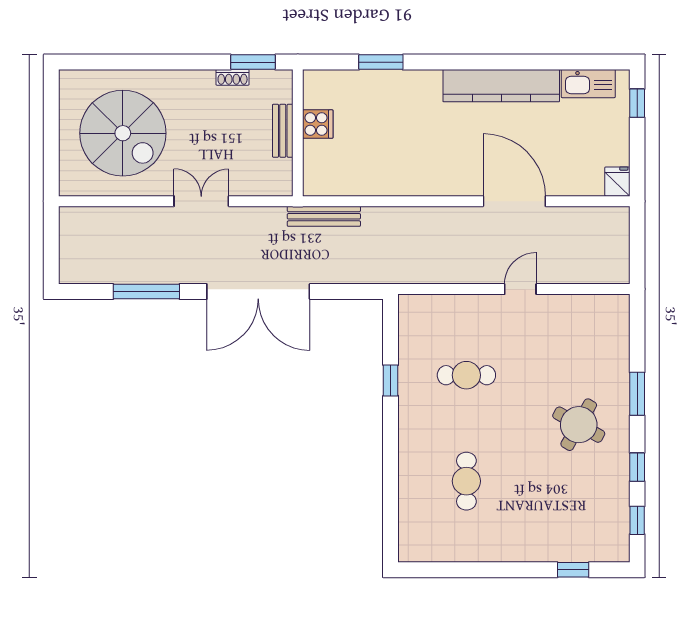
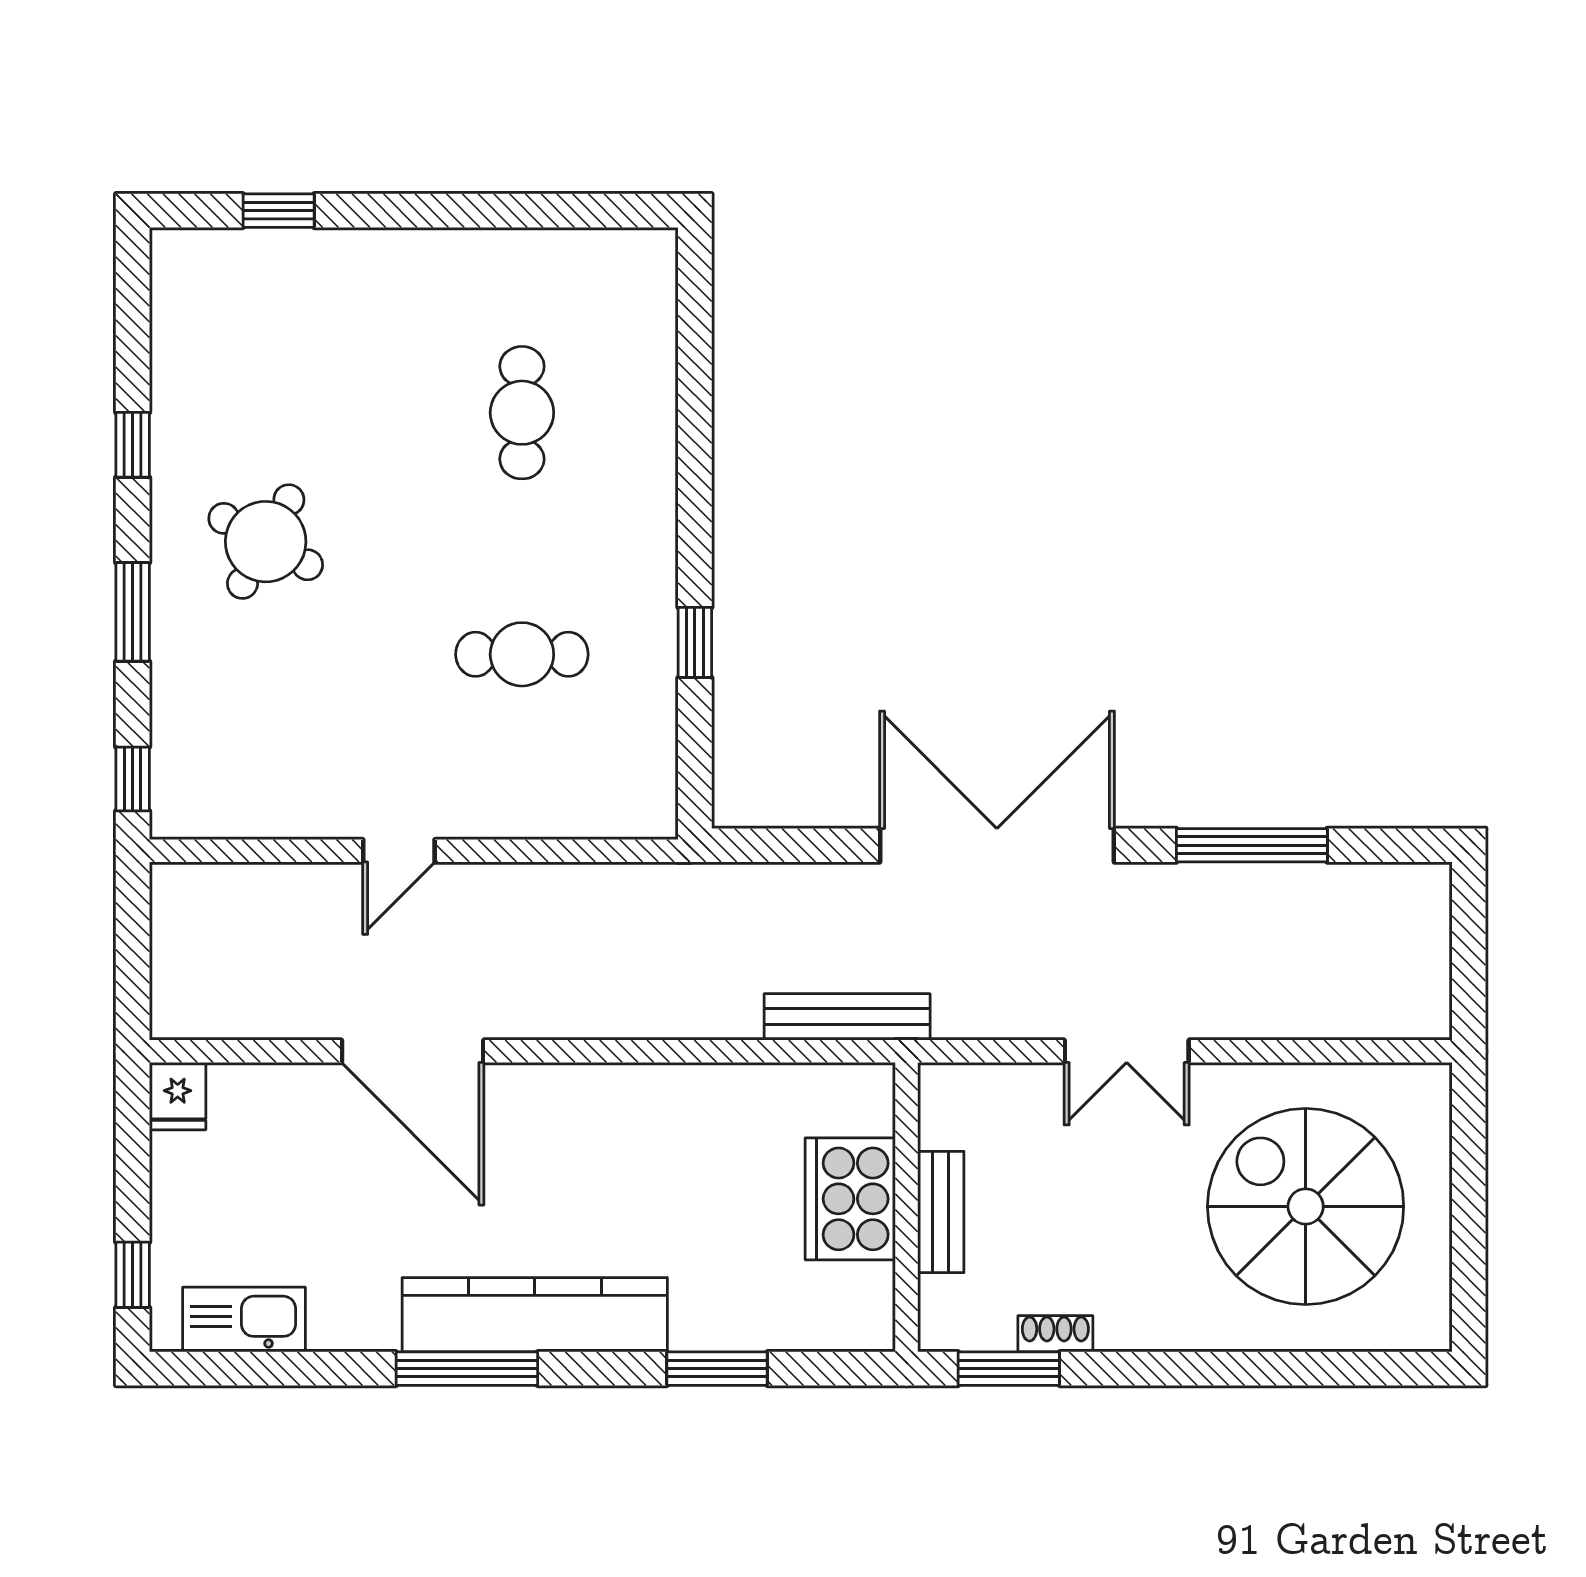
window: (491, 62) -> (467, 1369), added
kitchen counter: (501, 86) -> (535, 1315), moved
cooker: (318, 124) -> (850, 1199), width x1.87, depth x1.31
window: (637, 520) -> (133, 779), moved

